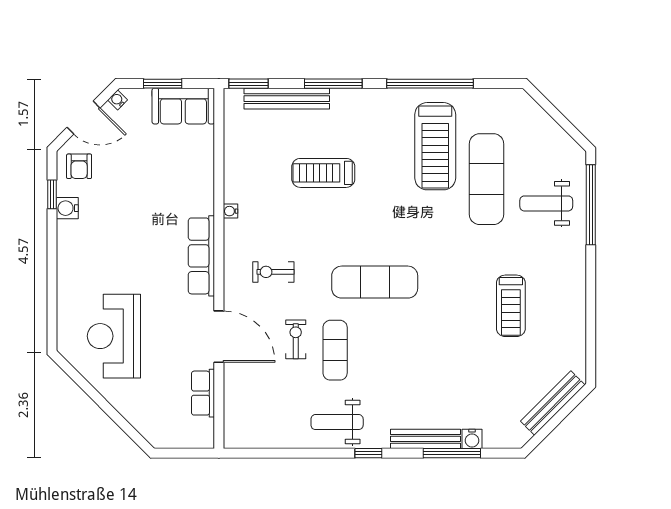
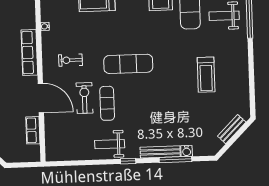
exercise bike: (296, 339) -> (84, 98), width x1.38, depth x1.39
bench: (553, 403) -> (232, 129), width x0.73

